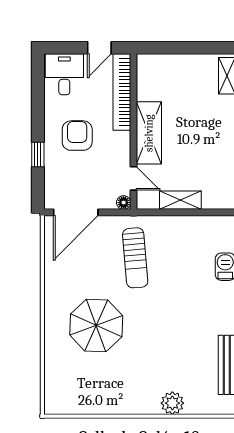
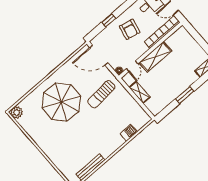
armchair: (77, 136) -> (130, 29), turned 102
parasol: (96, 325) -> (61, 102), width x1.36, depth x1.36
plant: (172, 403) -> (17, 113), moved

